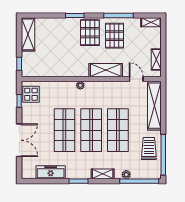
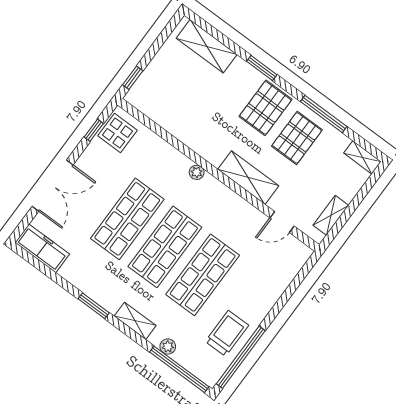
shelving: (28, 34) -> (207, 46), moved, turned 90
door: (136, 79) -> (282, 222), swing flipped
shelving: (154, 106) -> (280, 279), removed
freezer: (51, 172) -> (42, 248), moved

